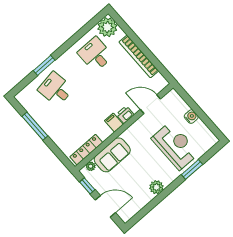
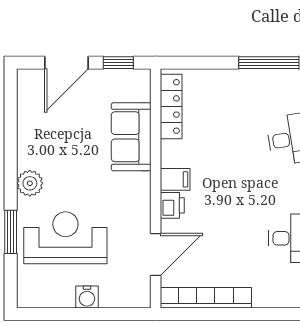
bookcase: (139, 56) -> (206, 298), moved
reception desk: (175, 146) -> (65, 238), turned 180
plant: (91, 166) -> (142, 92), removed
plant: (156, 187) -> (30, 183), moved

